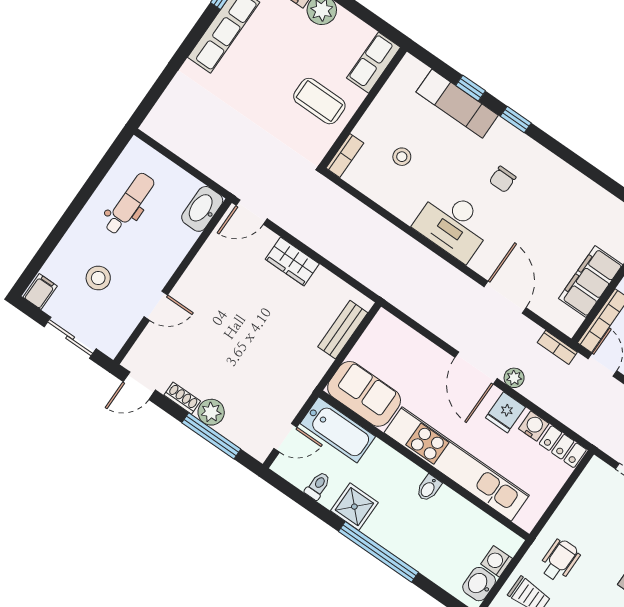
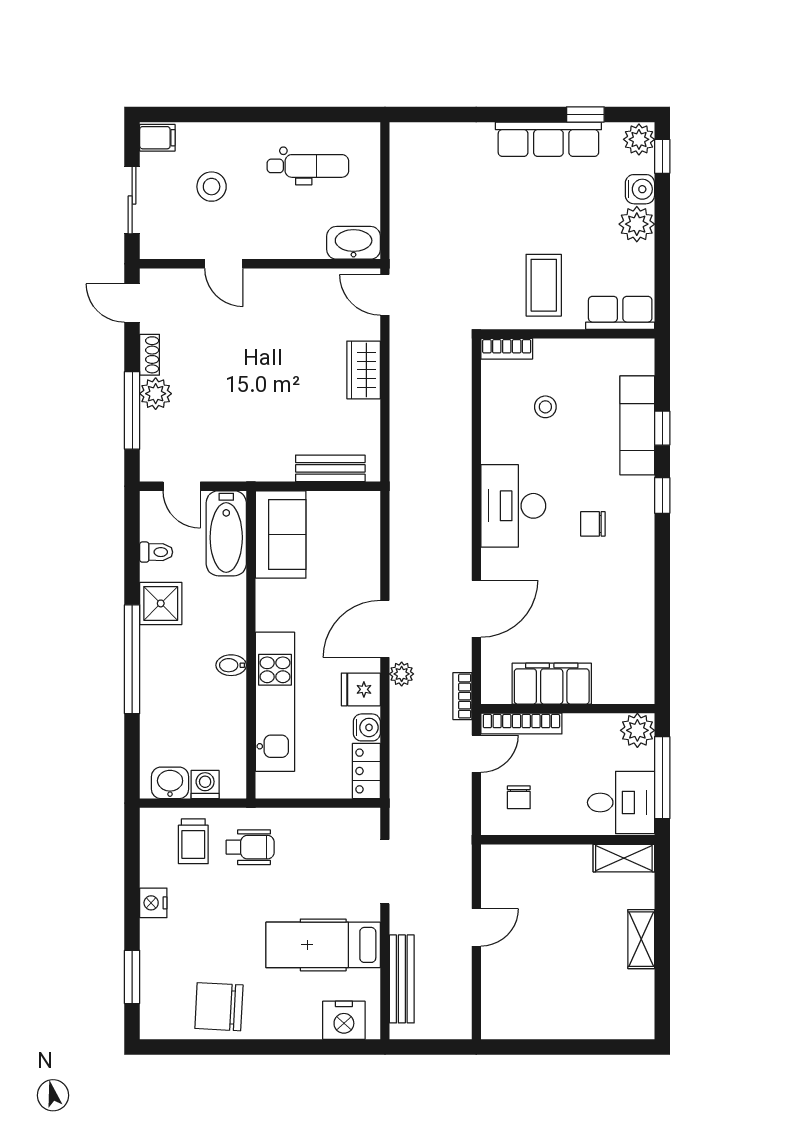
kitchen unit: (457, 464) -> (275, 702), width x0.73

